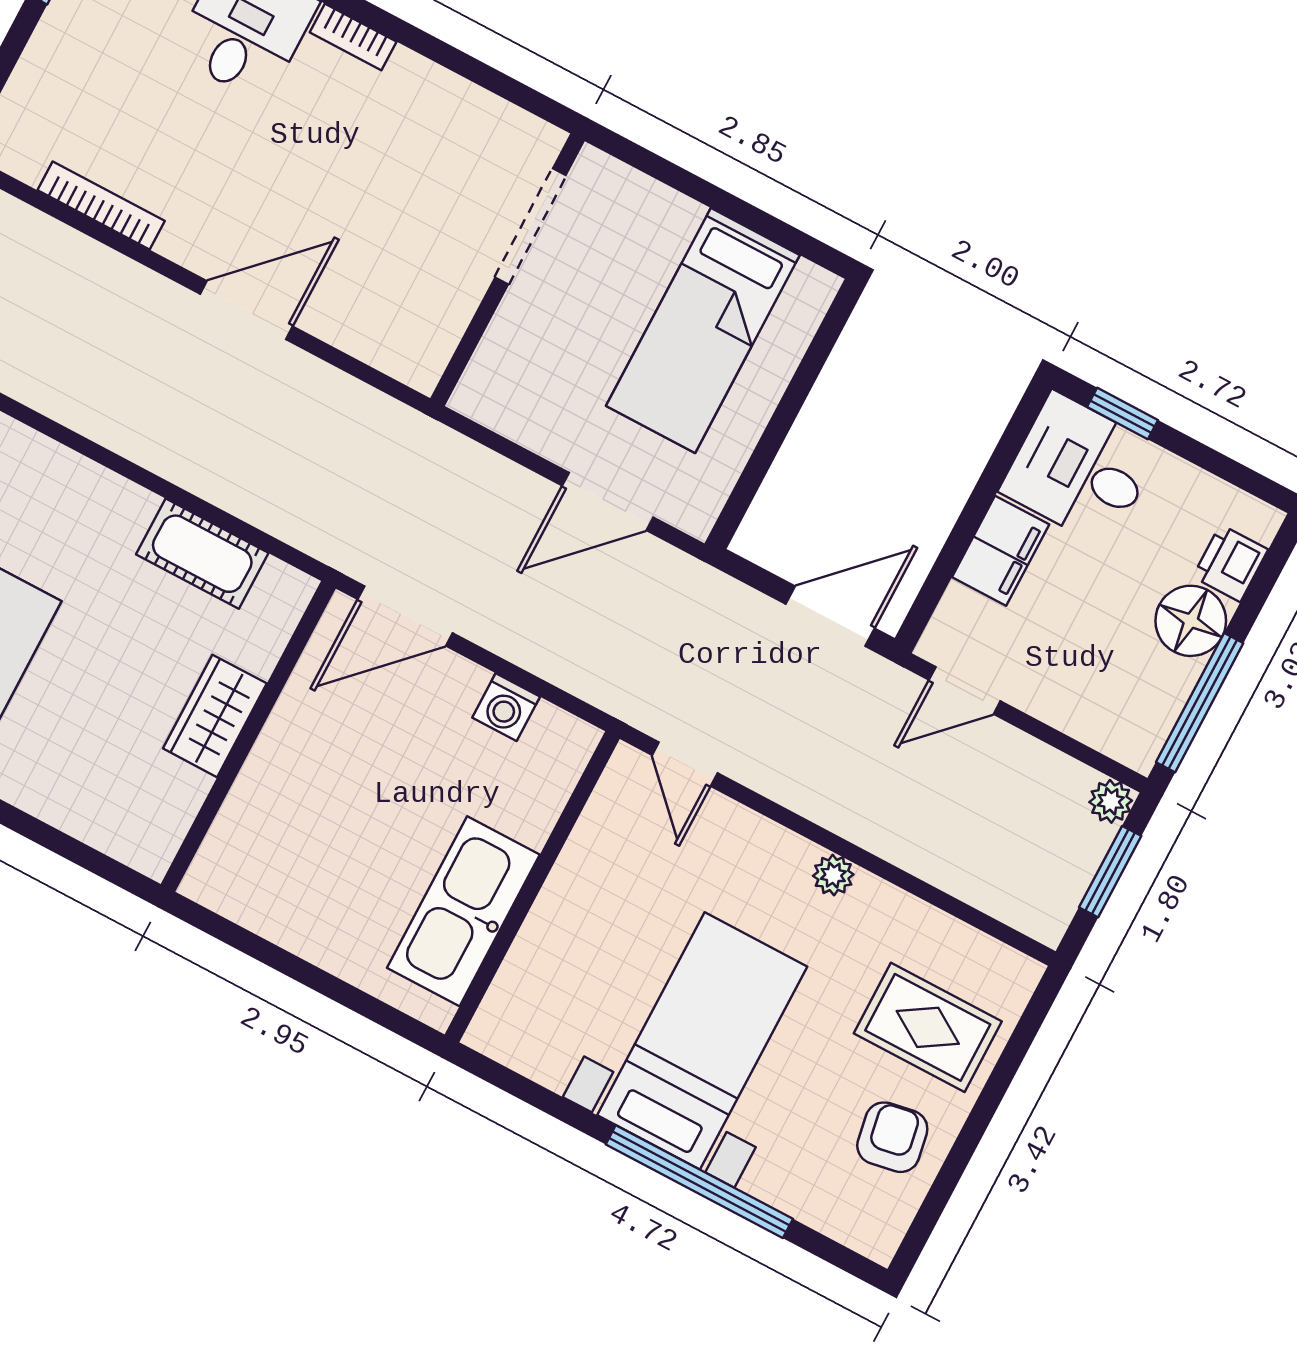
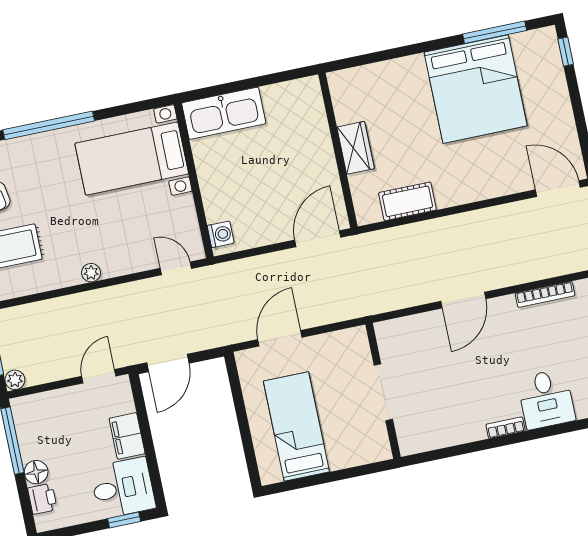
doorway: (531, 226) -> (383, 392), moved
floor lamp: (1191, 621) -> (36, 472), width x0.73, depth x0.73
washing machine: (506, 707) -> (221, 234), moved, turned 90
kitchen sink: (463, 911) -> (224, 113), moved, turned 90
bed with nightstands: (702, 1041) -> (132, 159), moved, turned 90

